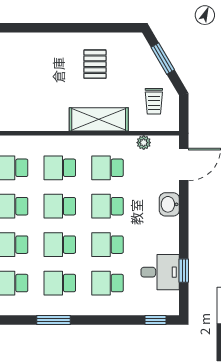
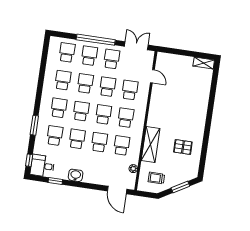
washbasin: (169, 204) -> (76, 175), moved
desk: (160, 272) -> (42, 166), moved, turned 90
window: (53, 320) -> (34, 125), moved

